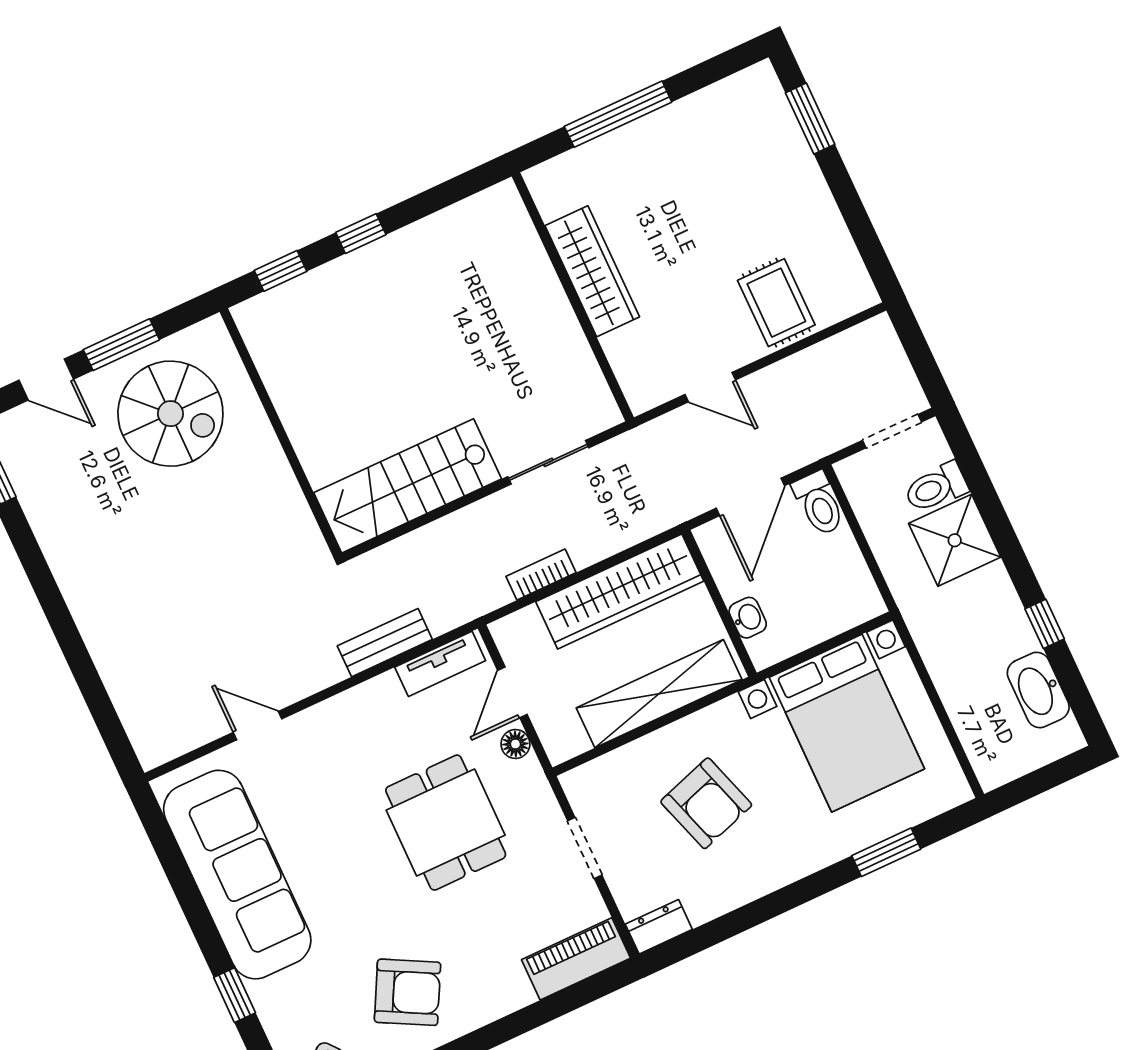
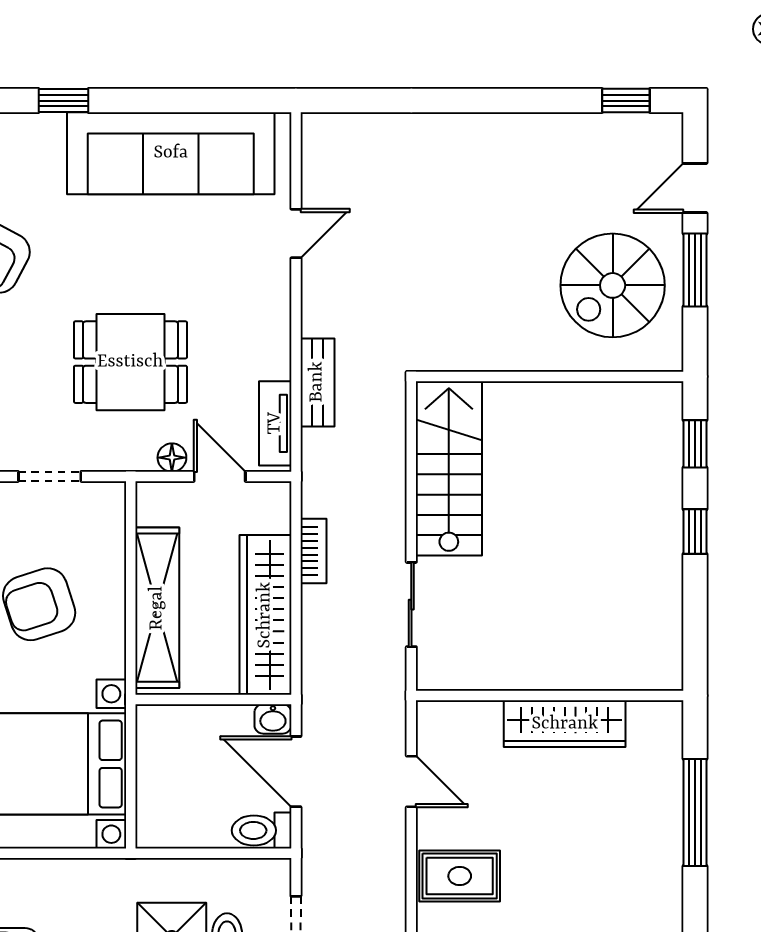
door: (710, 387) -> (411, 781), swing flipped
washbasin: (748, 618) -> (273, 719), moved

